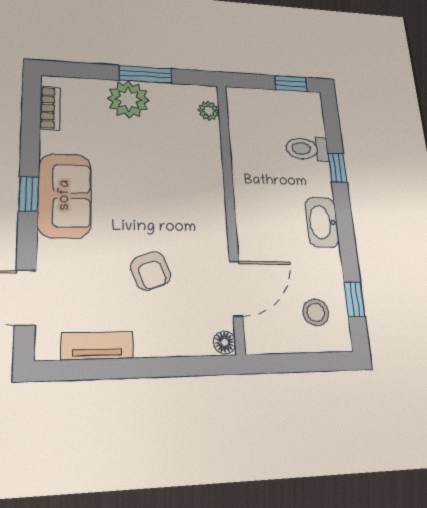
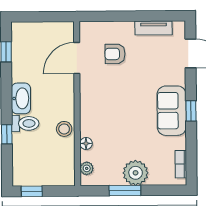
toilet: (307, 149) -> (25, 123), moved
armchair: (151, 271) -> (115, 54), moved, turned -70
stool: (316, 312) -> (64, 129), moved
floor lamp: (225, 342) -> (86, 143), moved

